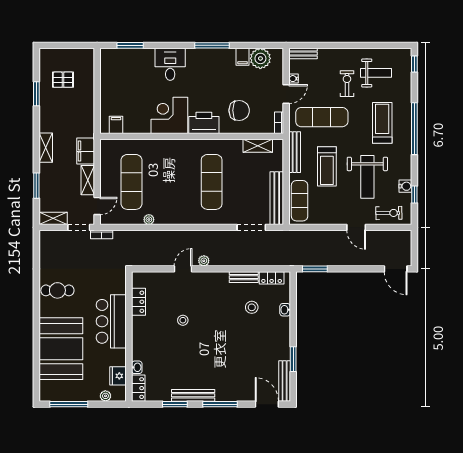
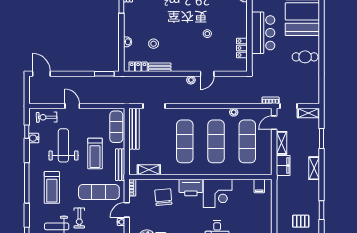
chair: (239, 110) -> (163, 197), turned 85
treadmill: (327, 166) -> (95, 154), turned 180
exercise mat: (172, 182) -> (216, 141), added

